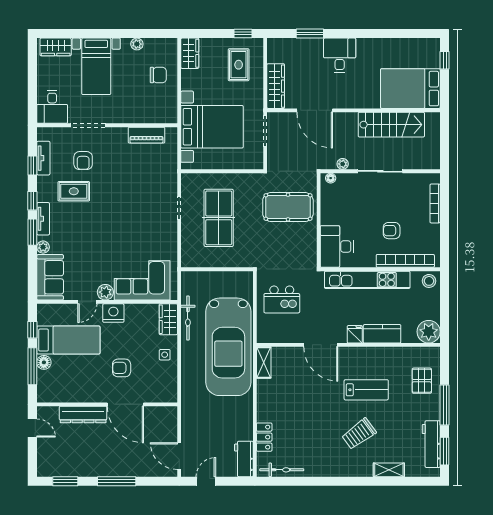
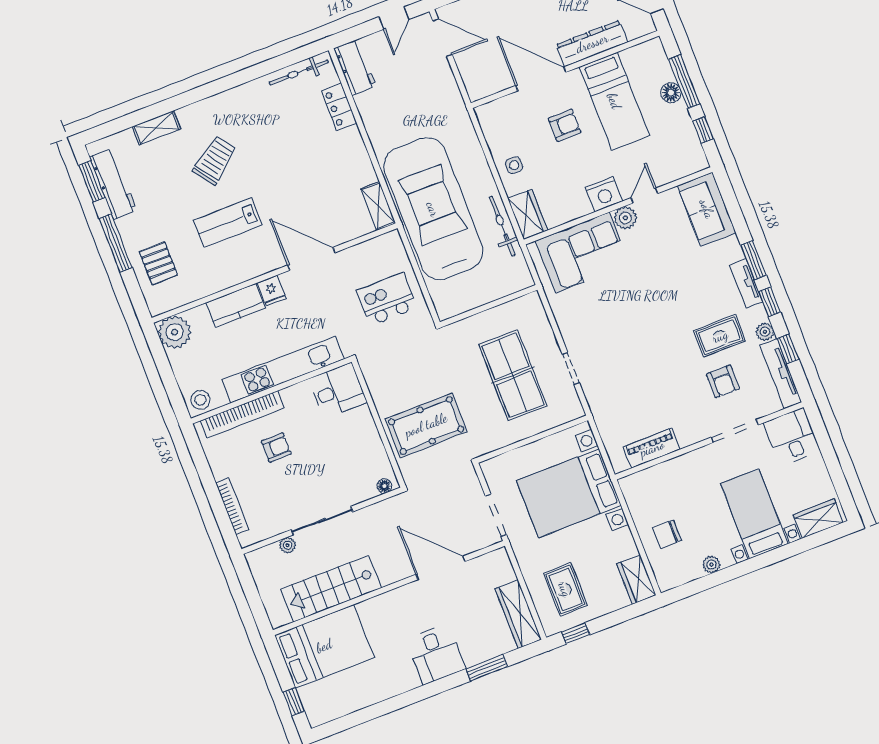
wardrobe: (276, 86) -> (518, 614), moved
tv unit: (43, 158) -> (781, 373), width x1.41
armchair: (83, 161) -> (723, 382), turned 180
plant: (343, 164) -> (288, 545), moved
plant: (43, 247) -> (765, 332), moved
desk: (337, 247) -> (338, 391), width x0.73
bed: (68, 340) -> (614, 101), moved, turned -90

